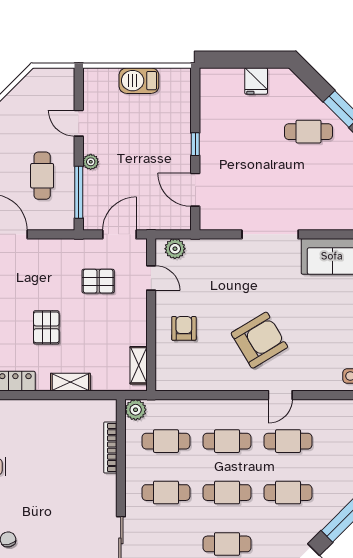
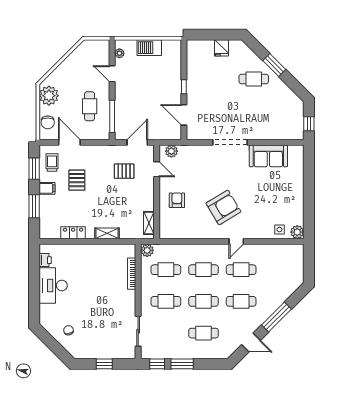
plant: (91, 162) -> (119, 53), moved
pallet: (46, 327) -> (77, 180), moved

